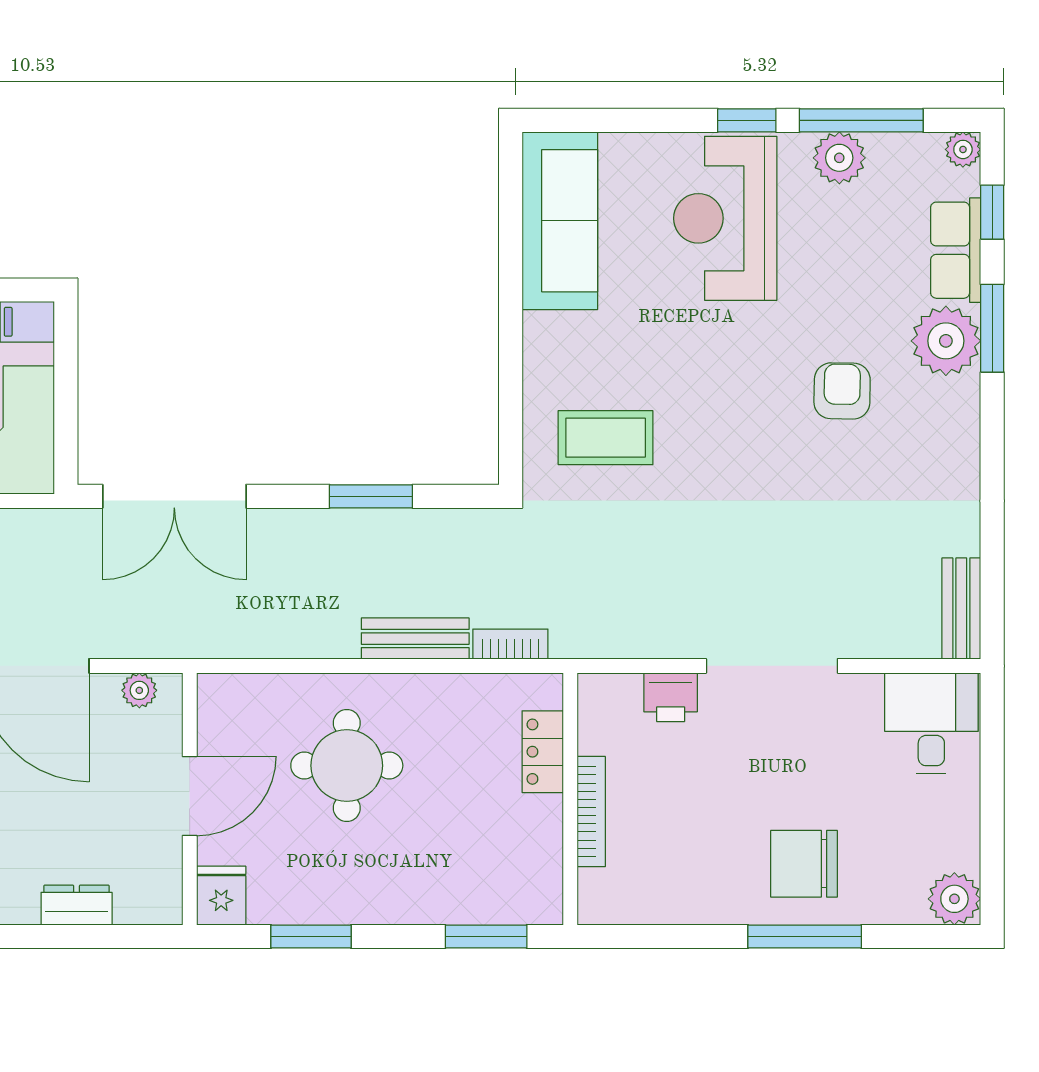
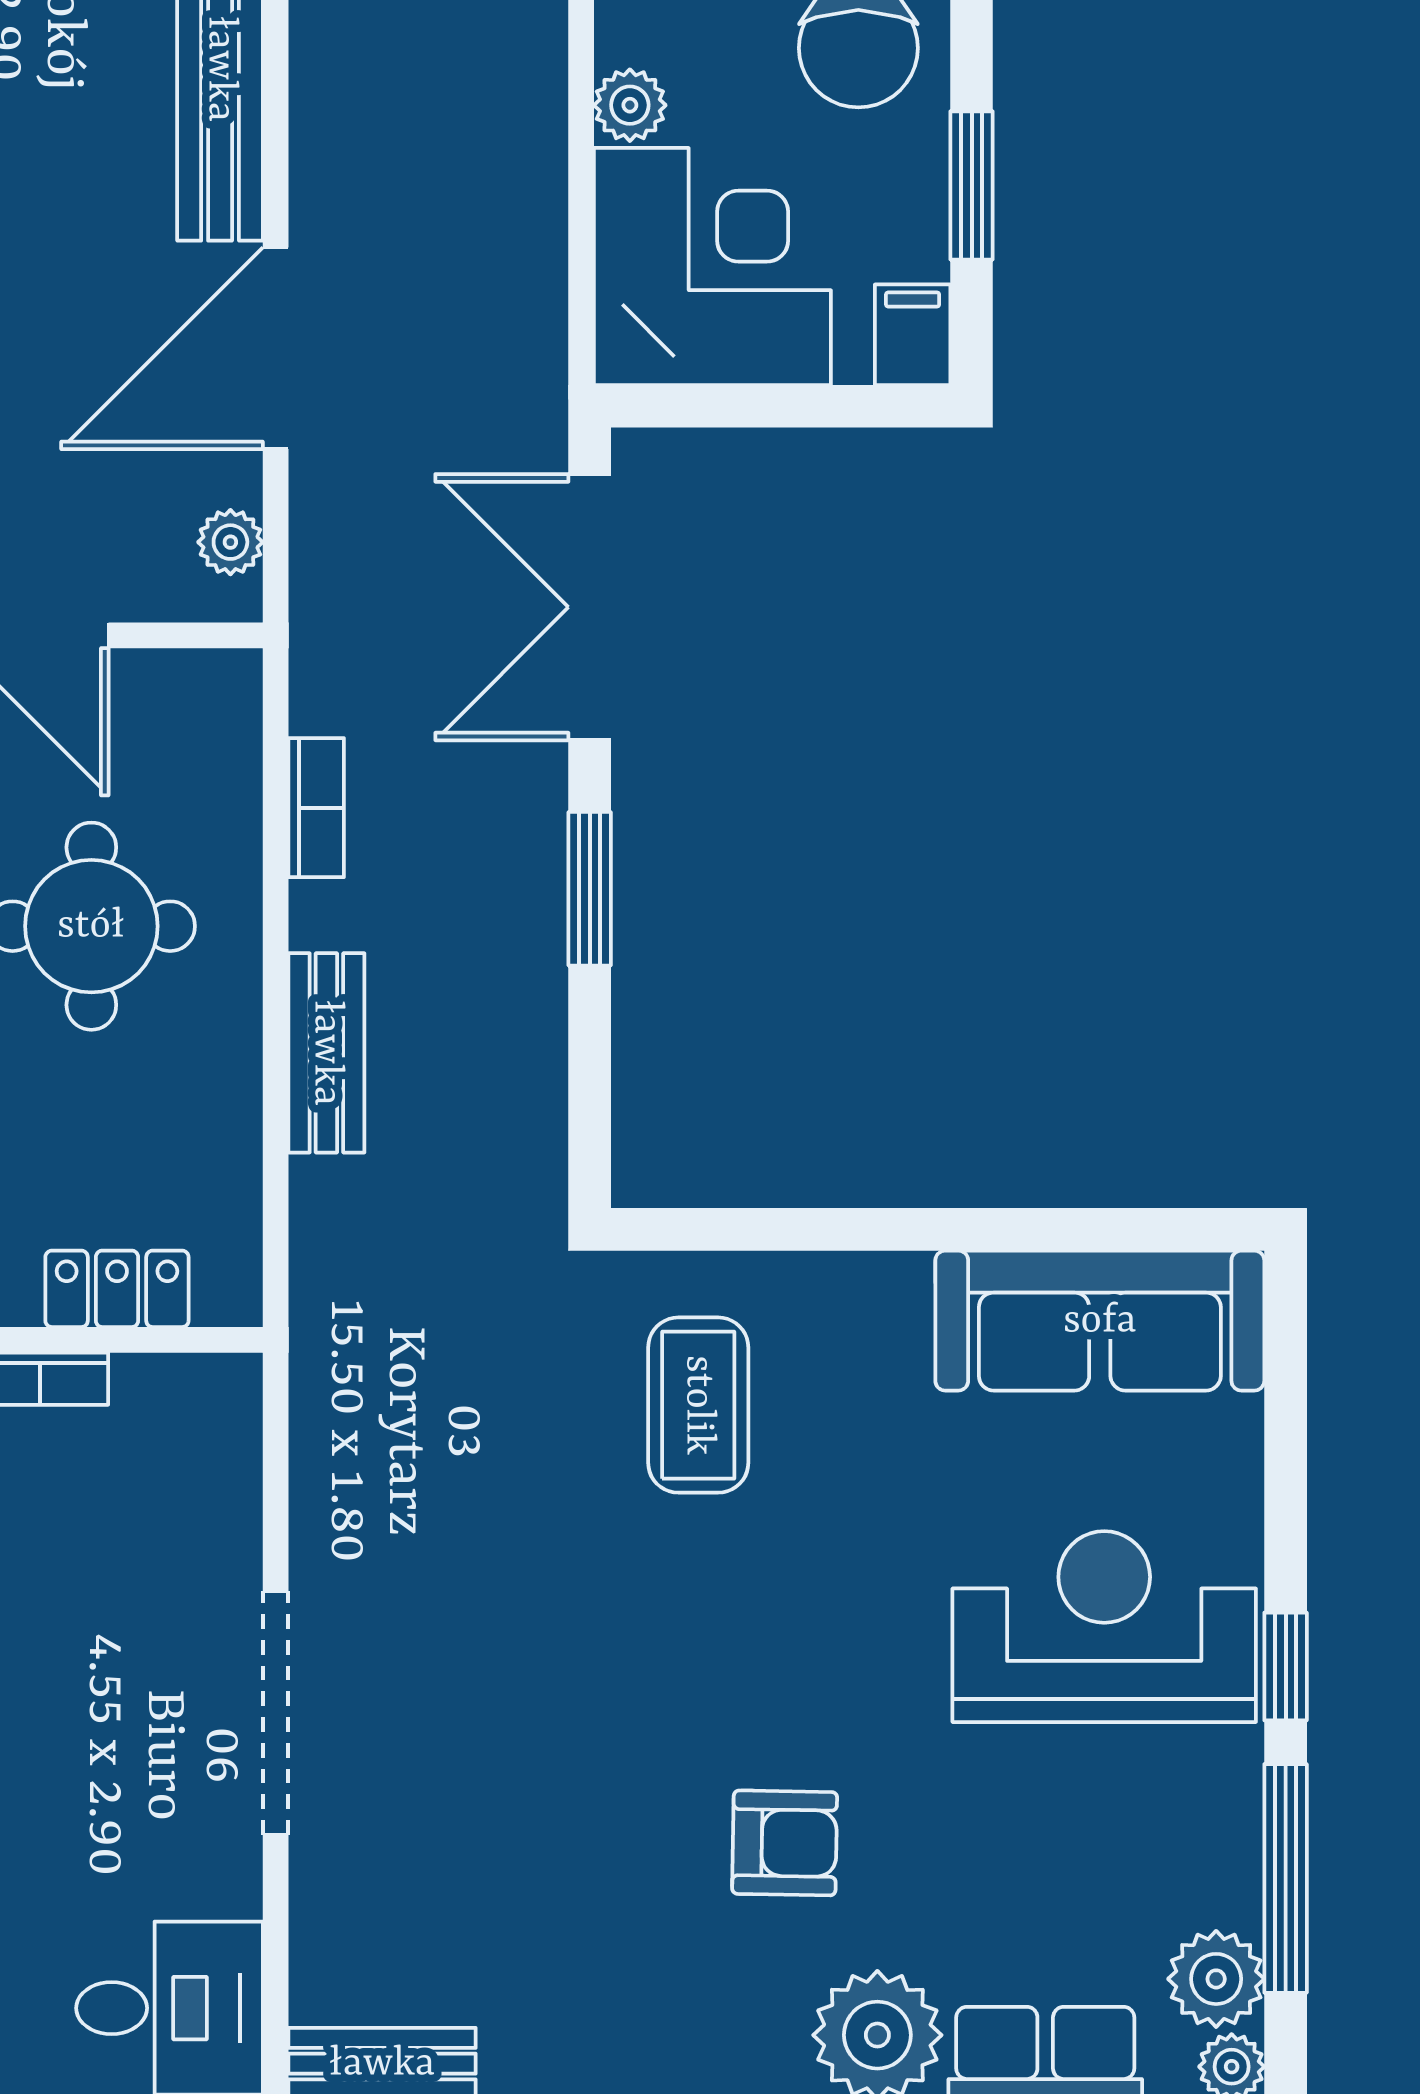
plant: (839, 158) -> (1216, 1979), moved
window: (371, 496) -> (590, 889), moved
bookcase: (510, 644) -> (316, 808), moved
printer: (671, 697) -> (218, 1526), removed

